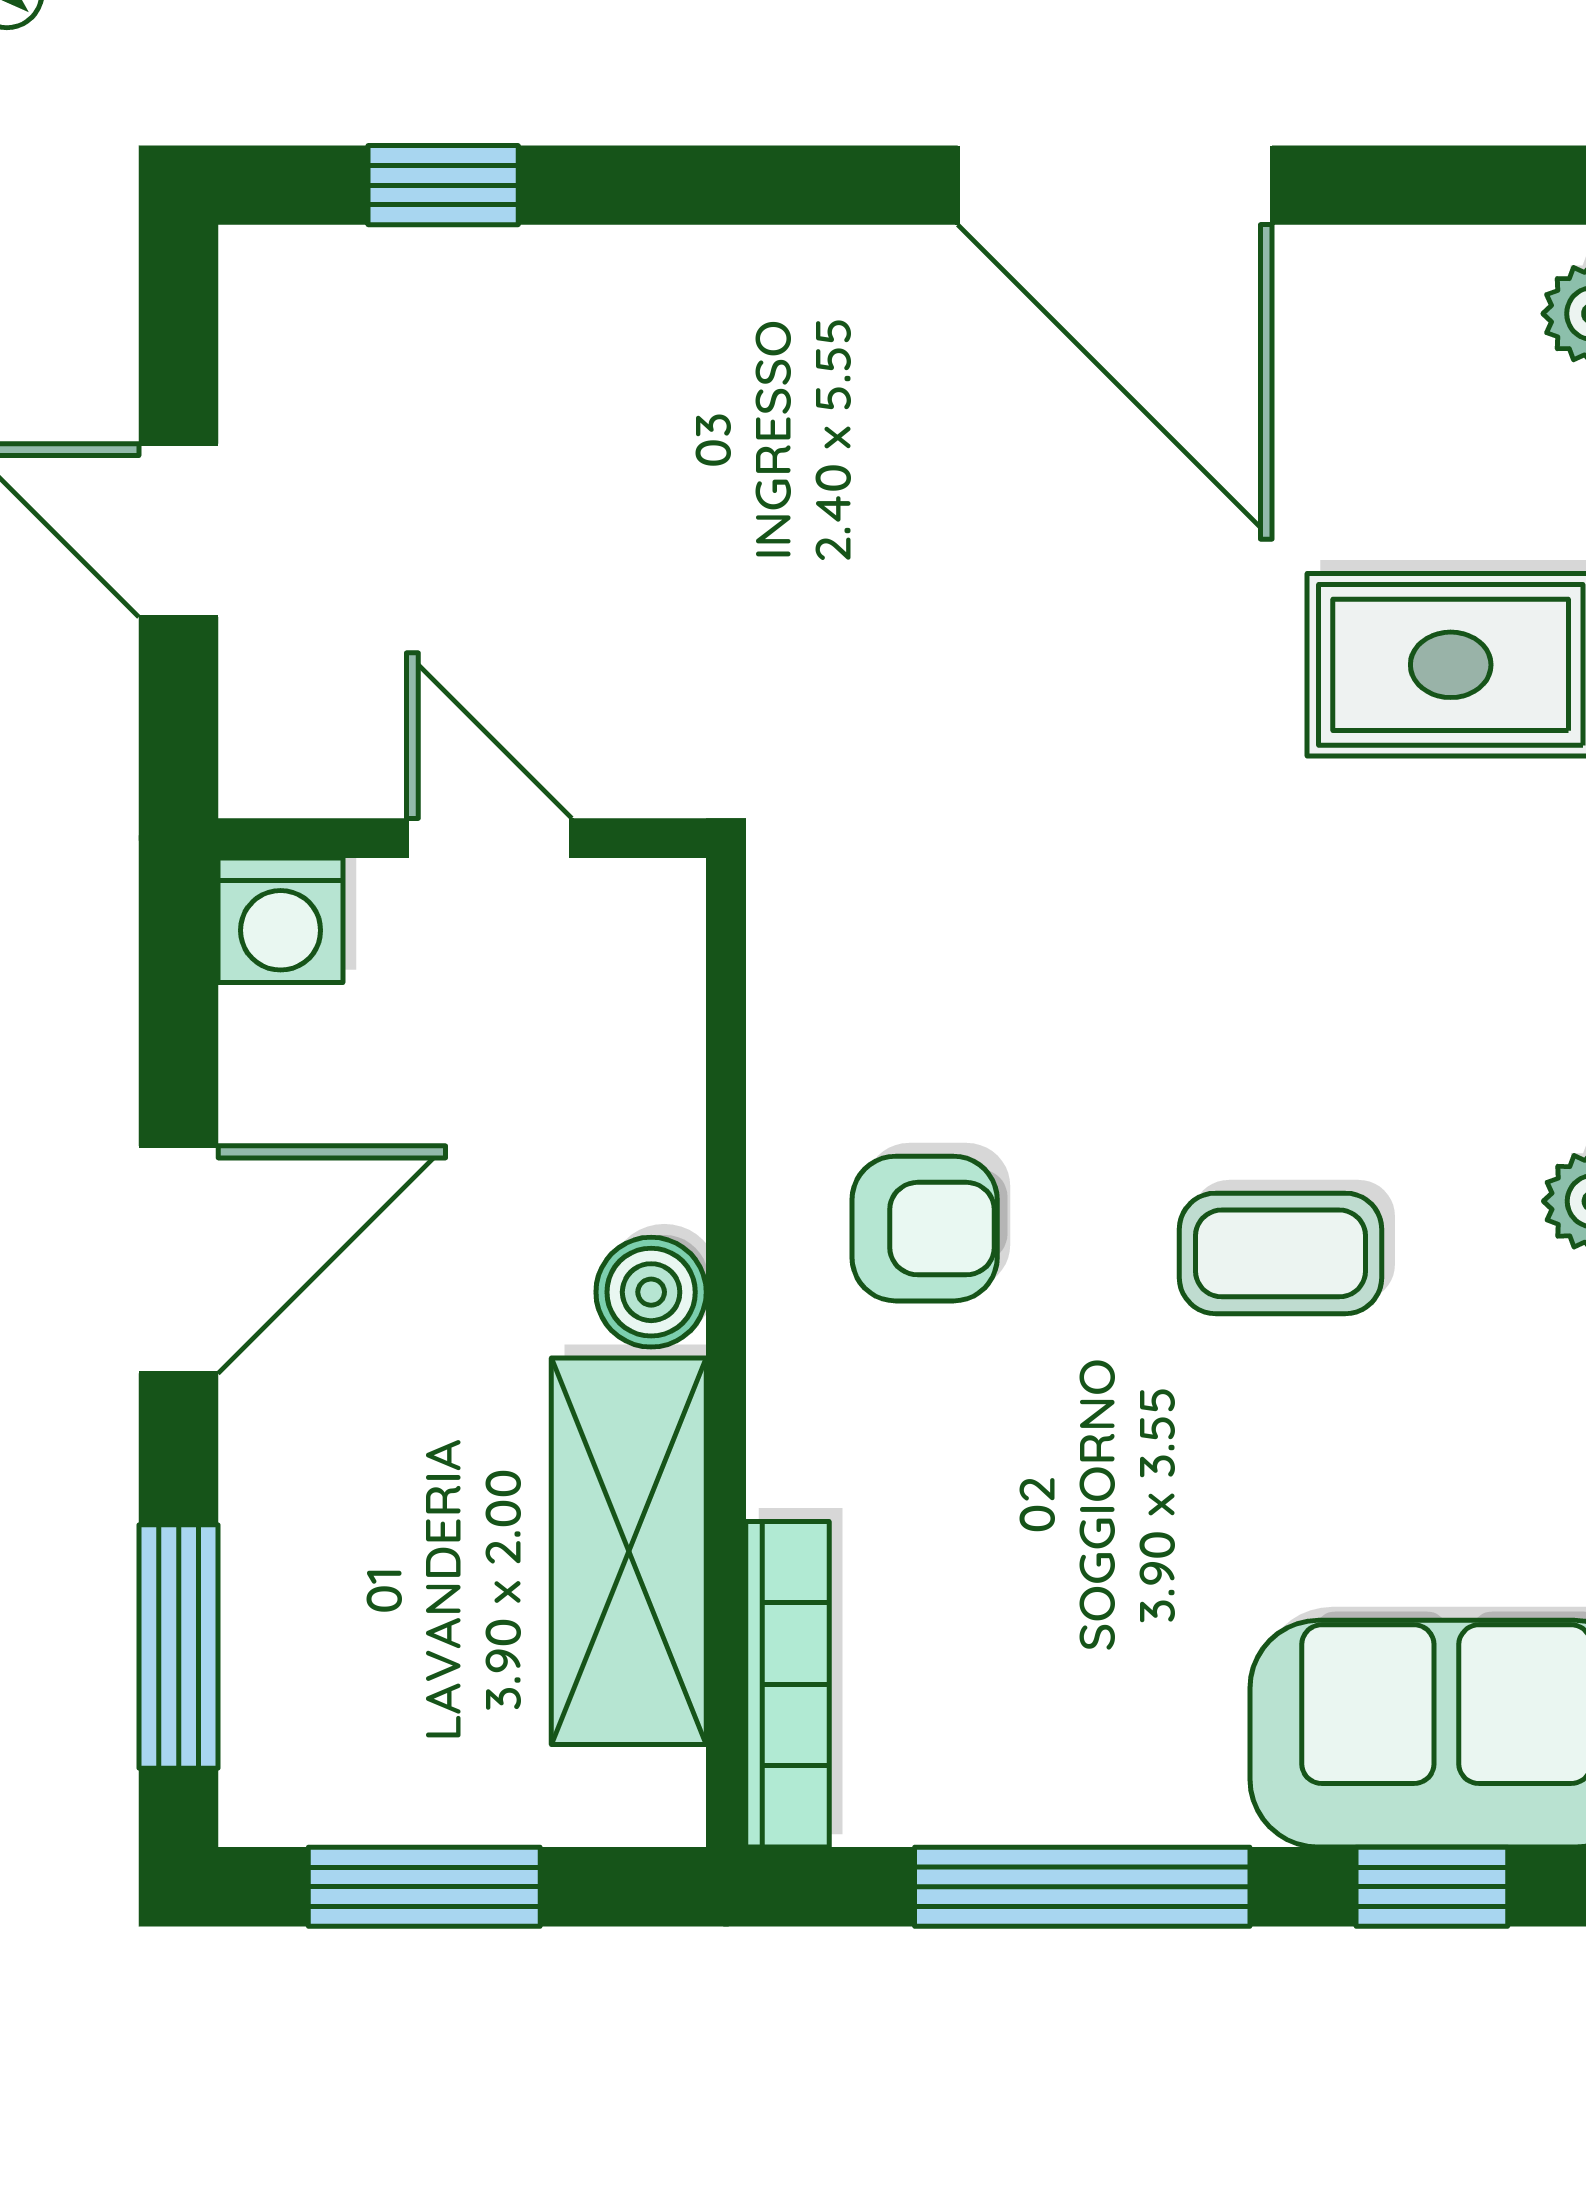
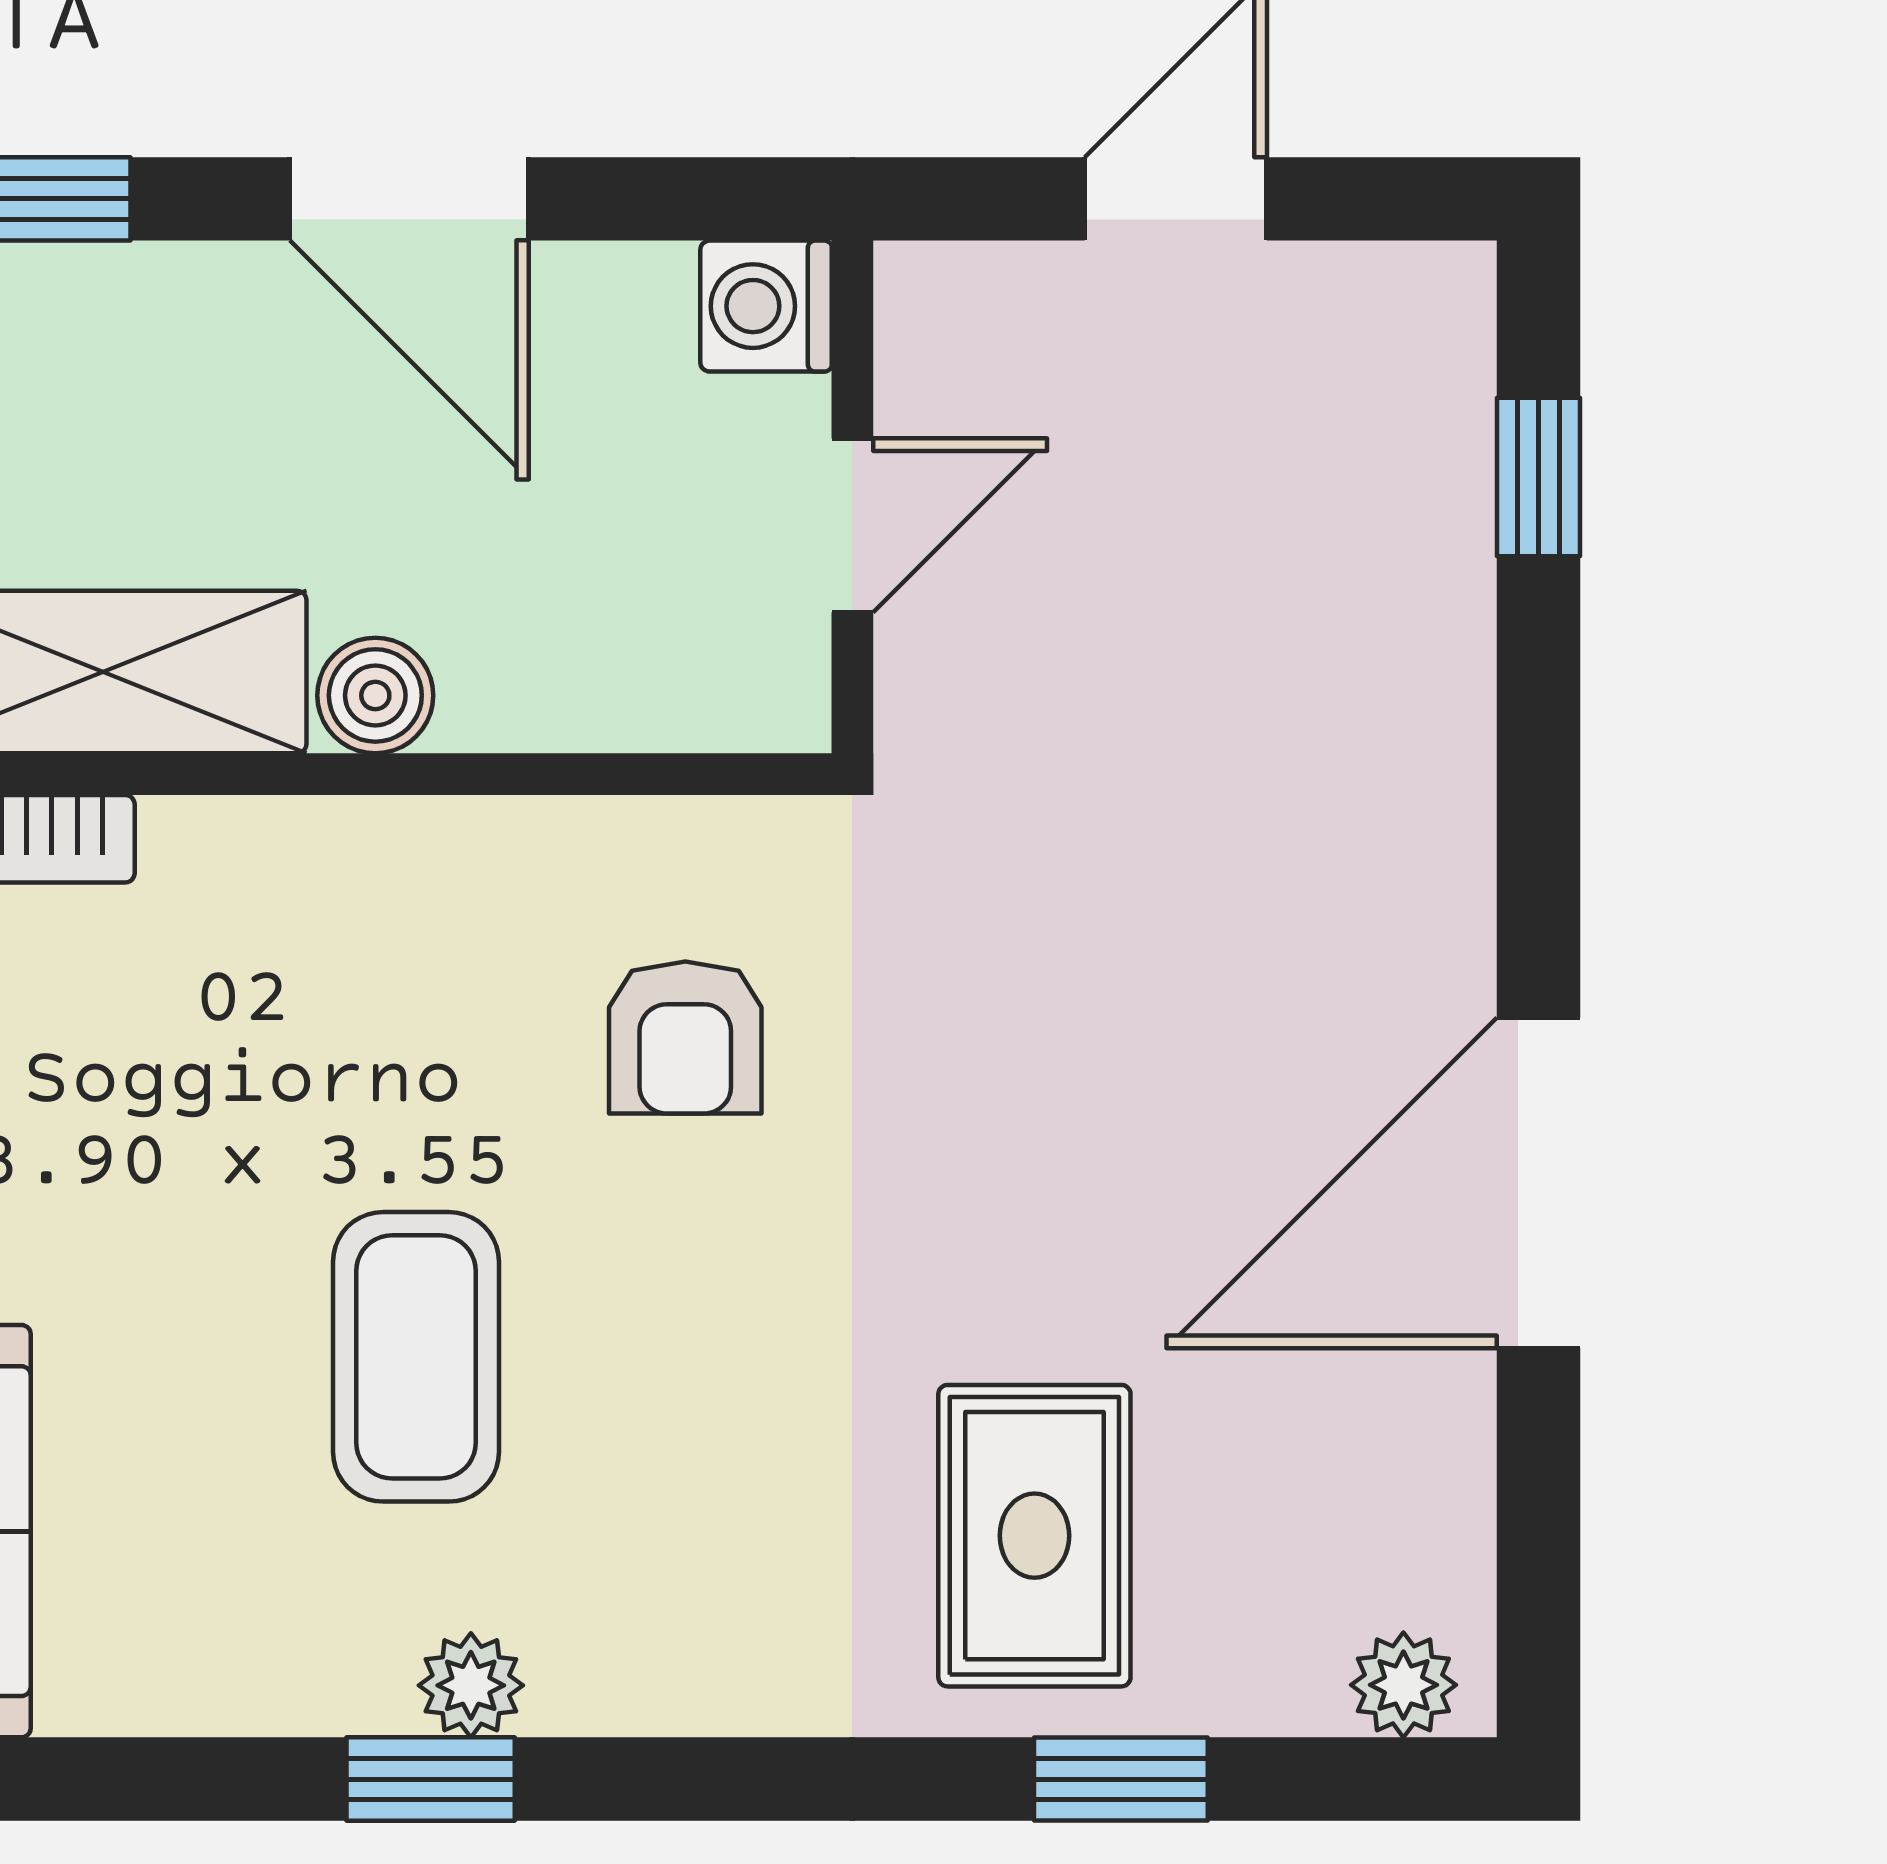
armchair: (925, 1229) -> (685, 1038), moved
coffee table: (1281, 1253) -> (416, 1357), width x1.36, depth x1.30

